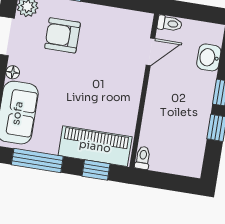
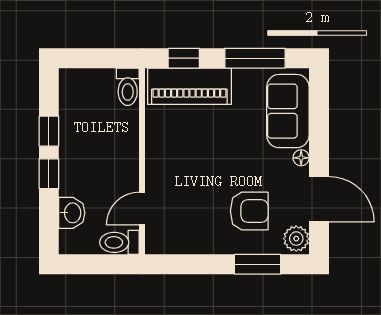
toilet: (170, 23) -> (119, 242), width x1.37, depth x1.39
toilet: (143, 158) -> (128, 87), width x1.37, depth x1.39

